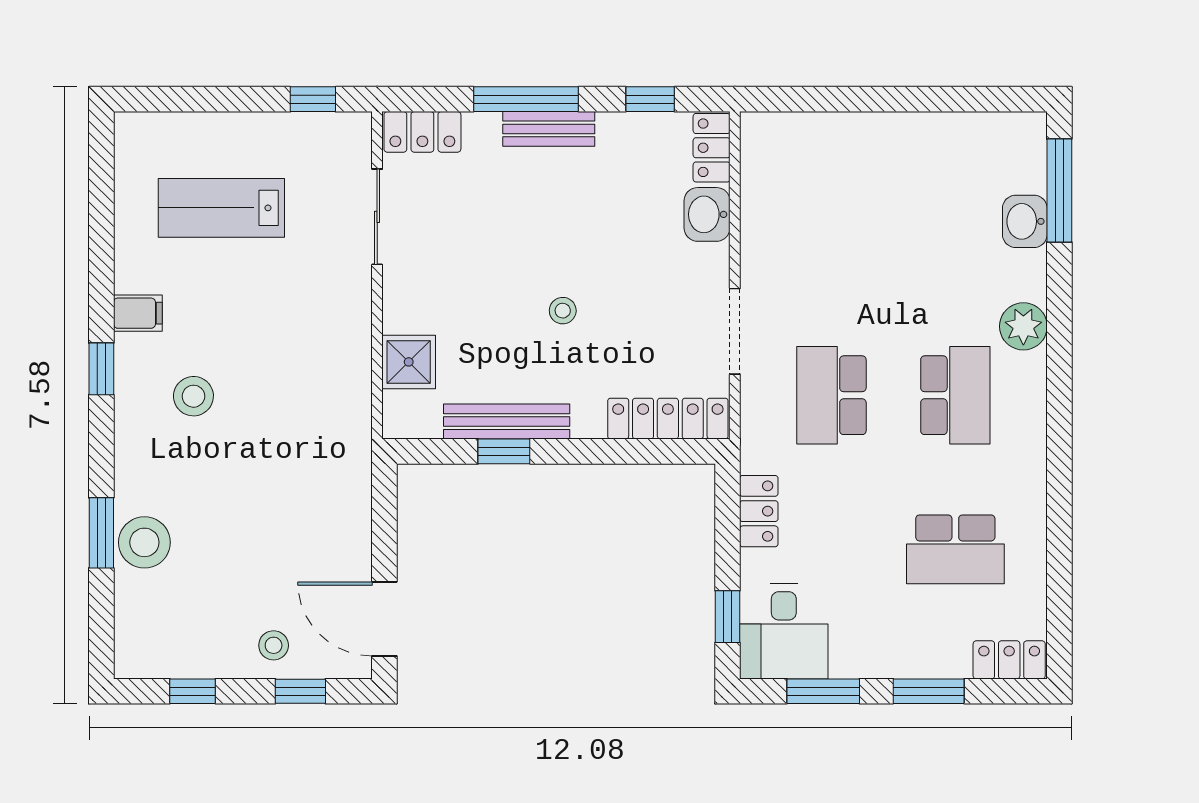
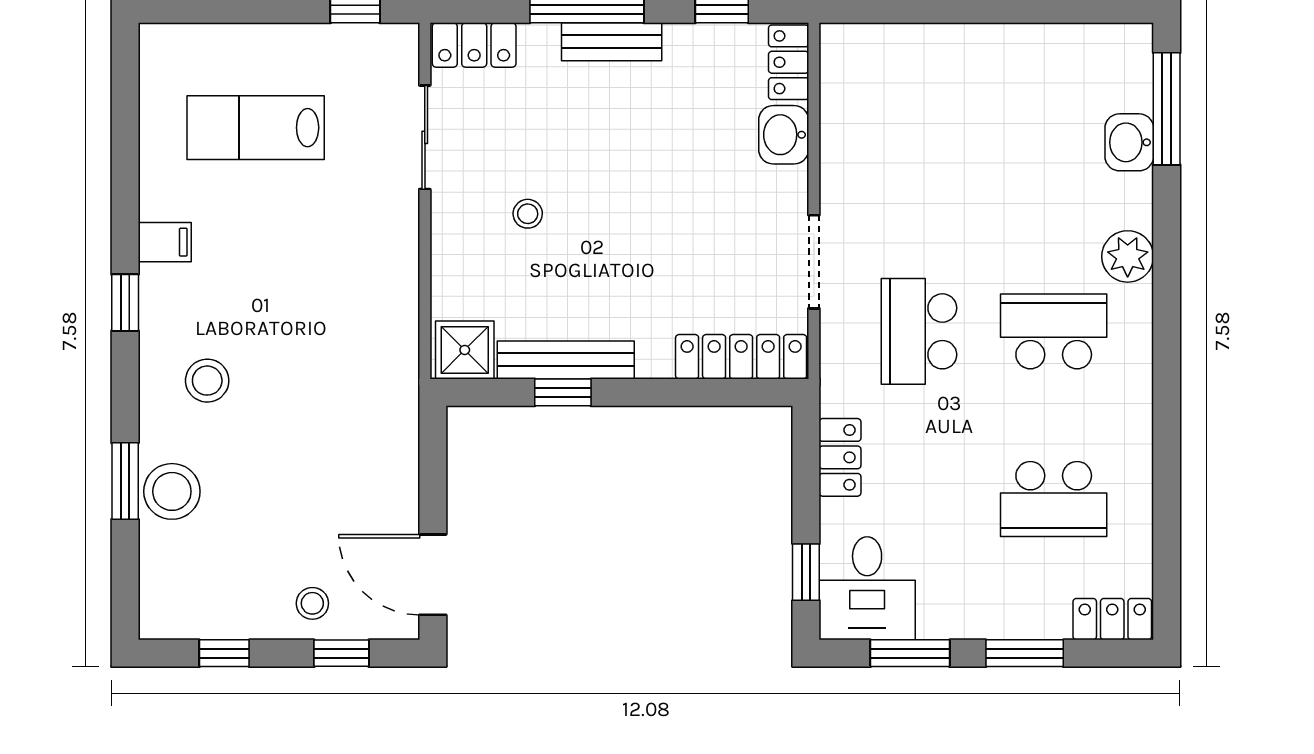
stool: (563, 311) -> (528, 214), moved
shower: (409, 362) -> (465, 350), moved
school desk: (955, 395) -> (1054, 331), turned -90
stool: (193, 396) -> (207, 381), moved

